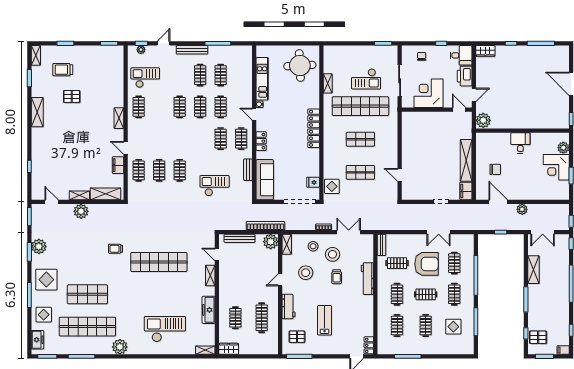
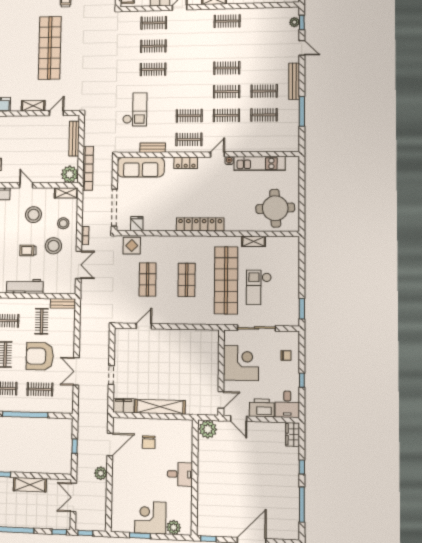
checkout: (145, 78) -> (261, 28), removed
armchair: (427, 264) -> (40, 356), turned 90

